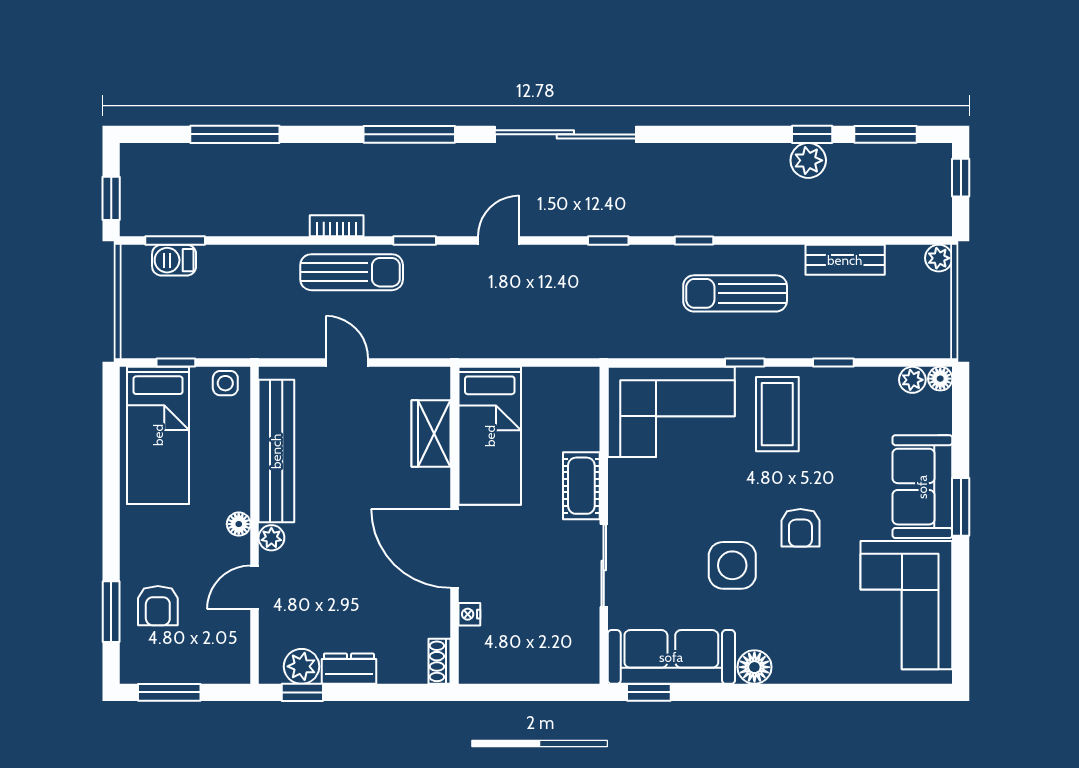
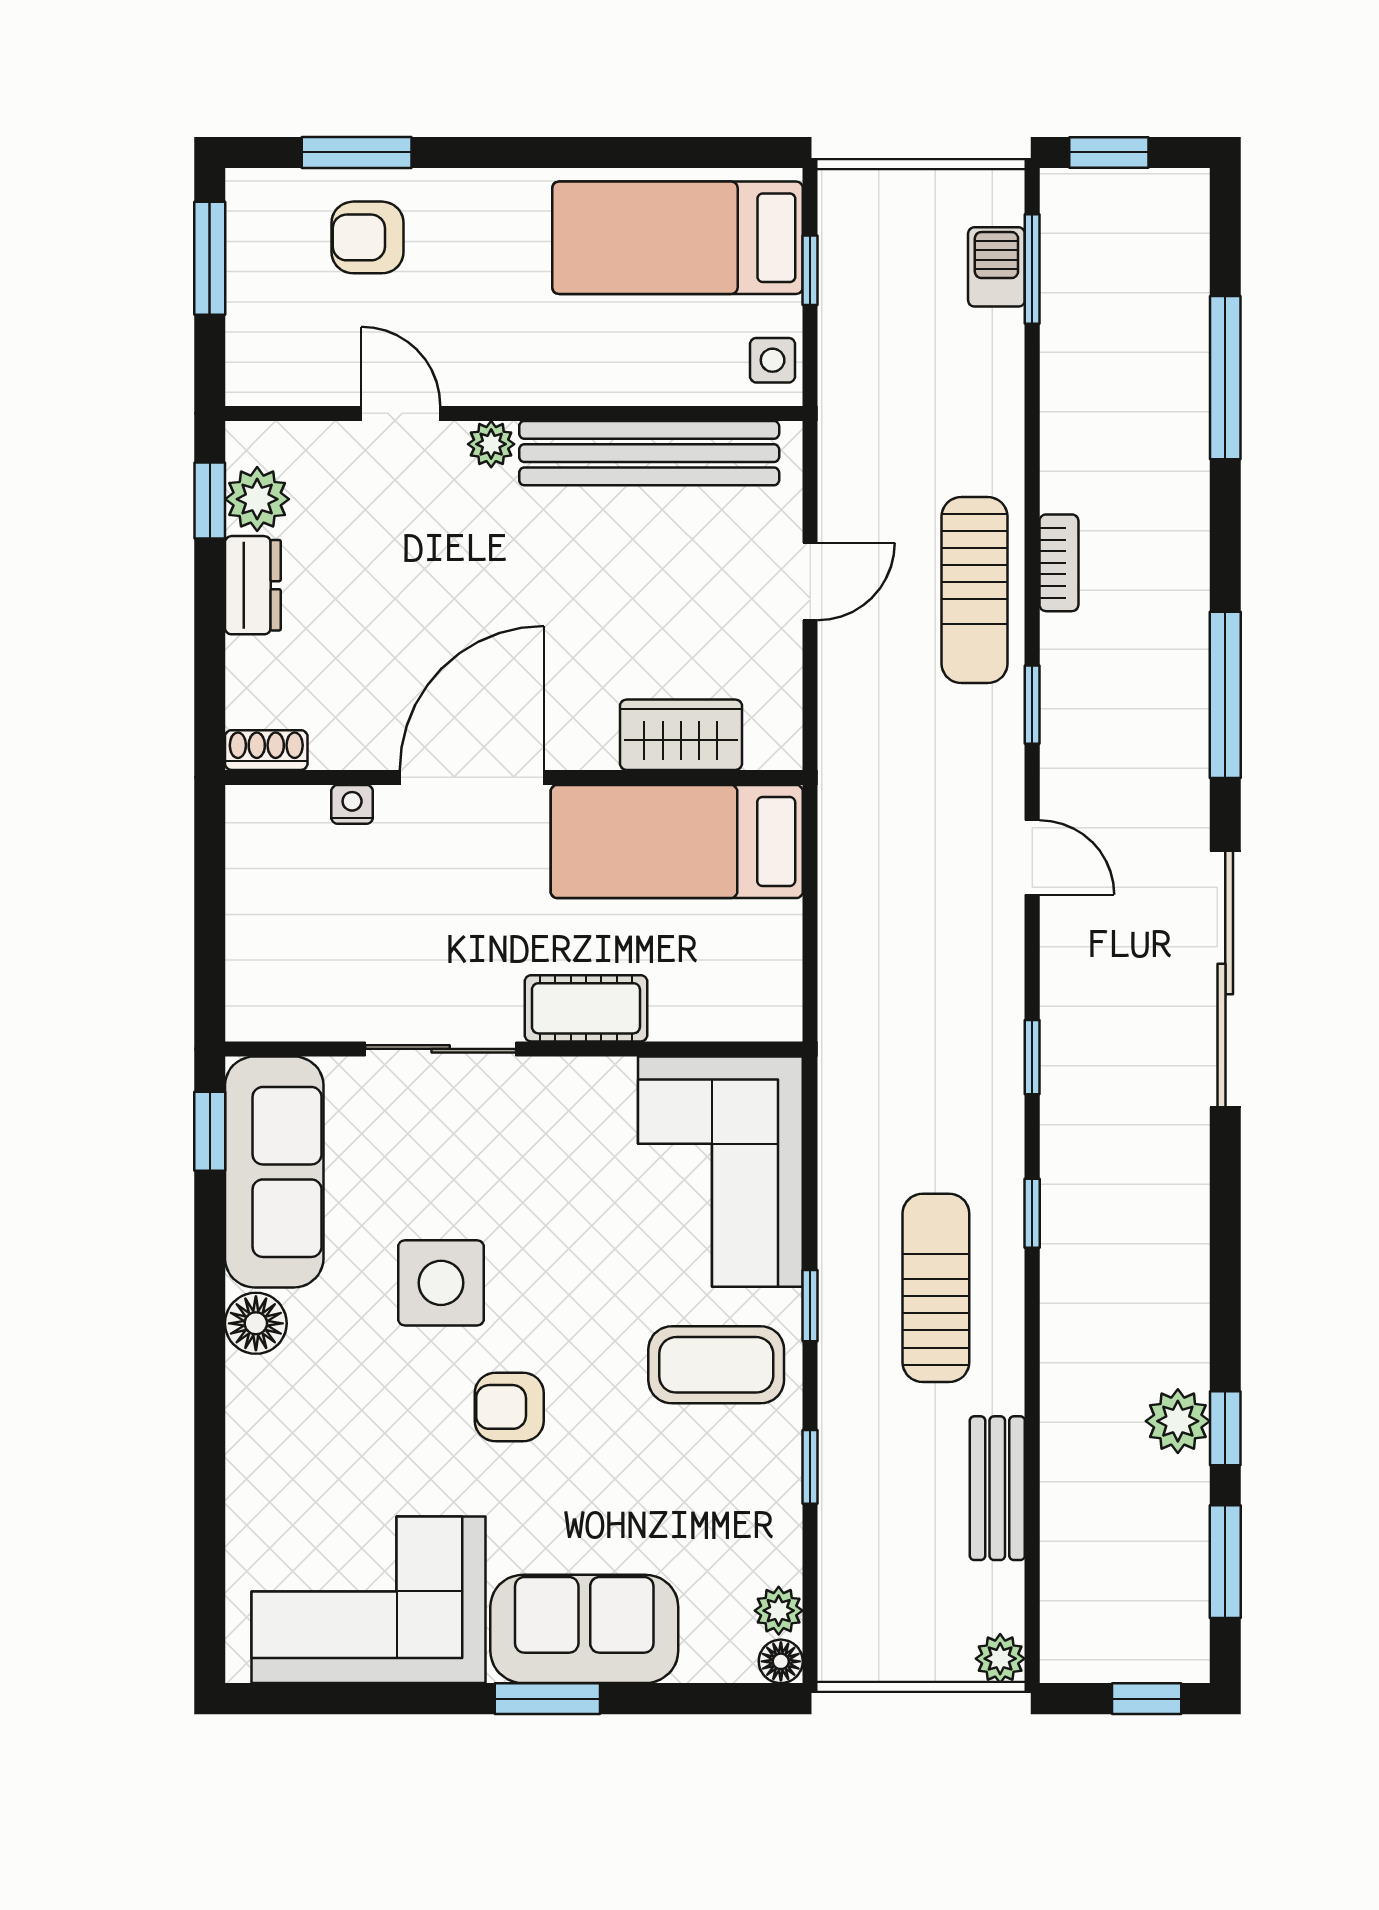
floor lamp: (239, 524) -> (516, 385), removed

